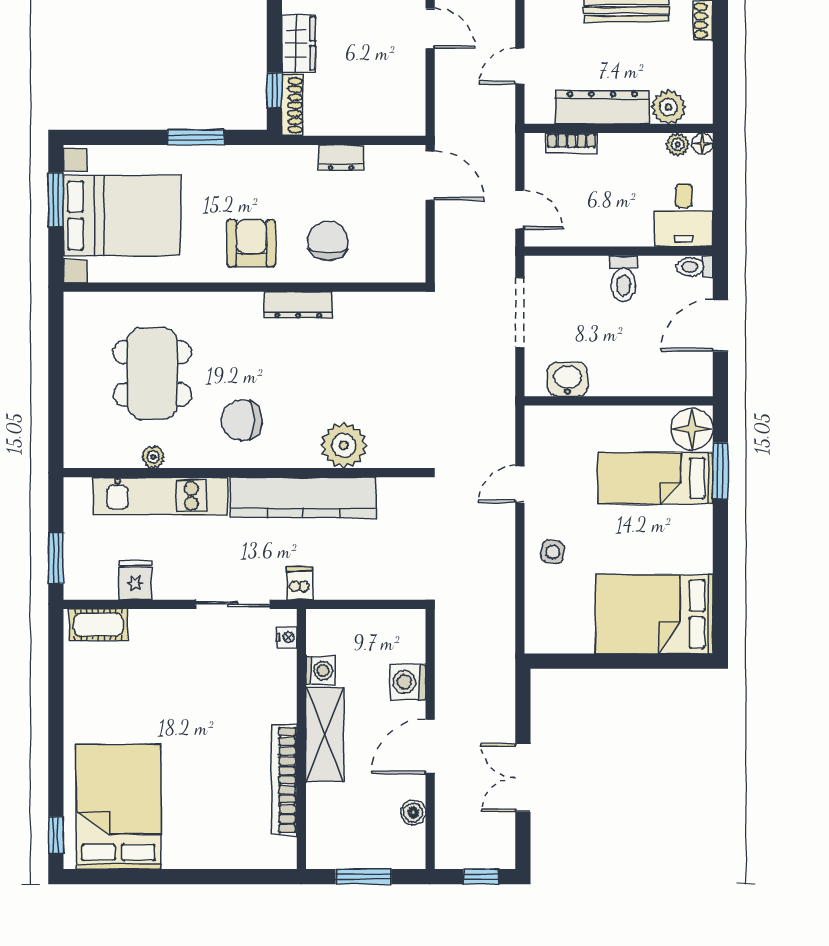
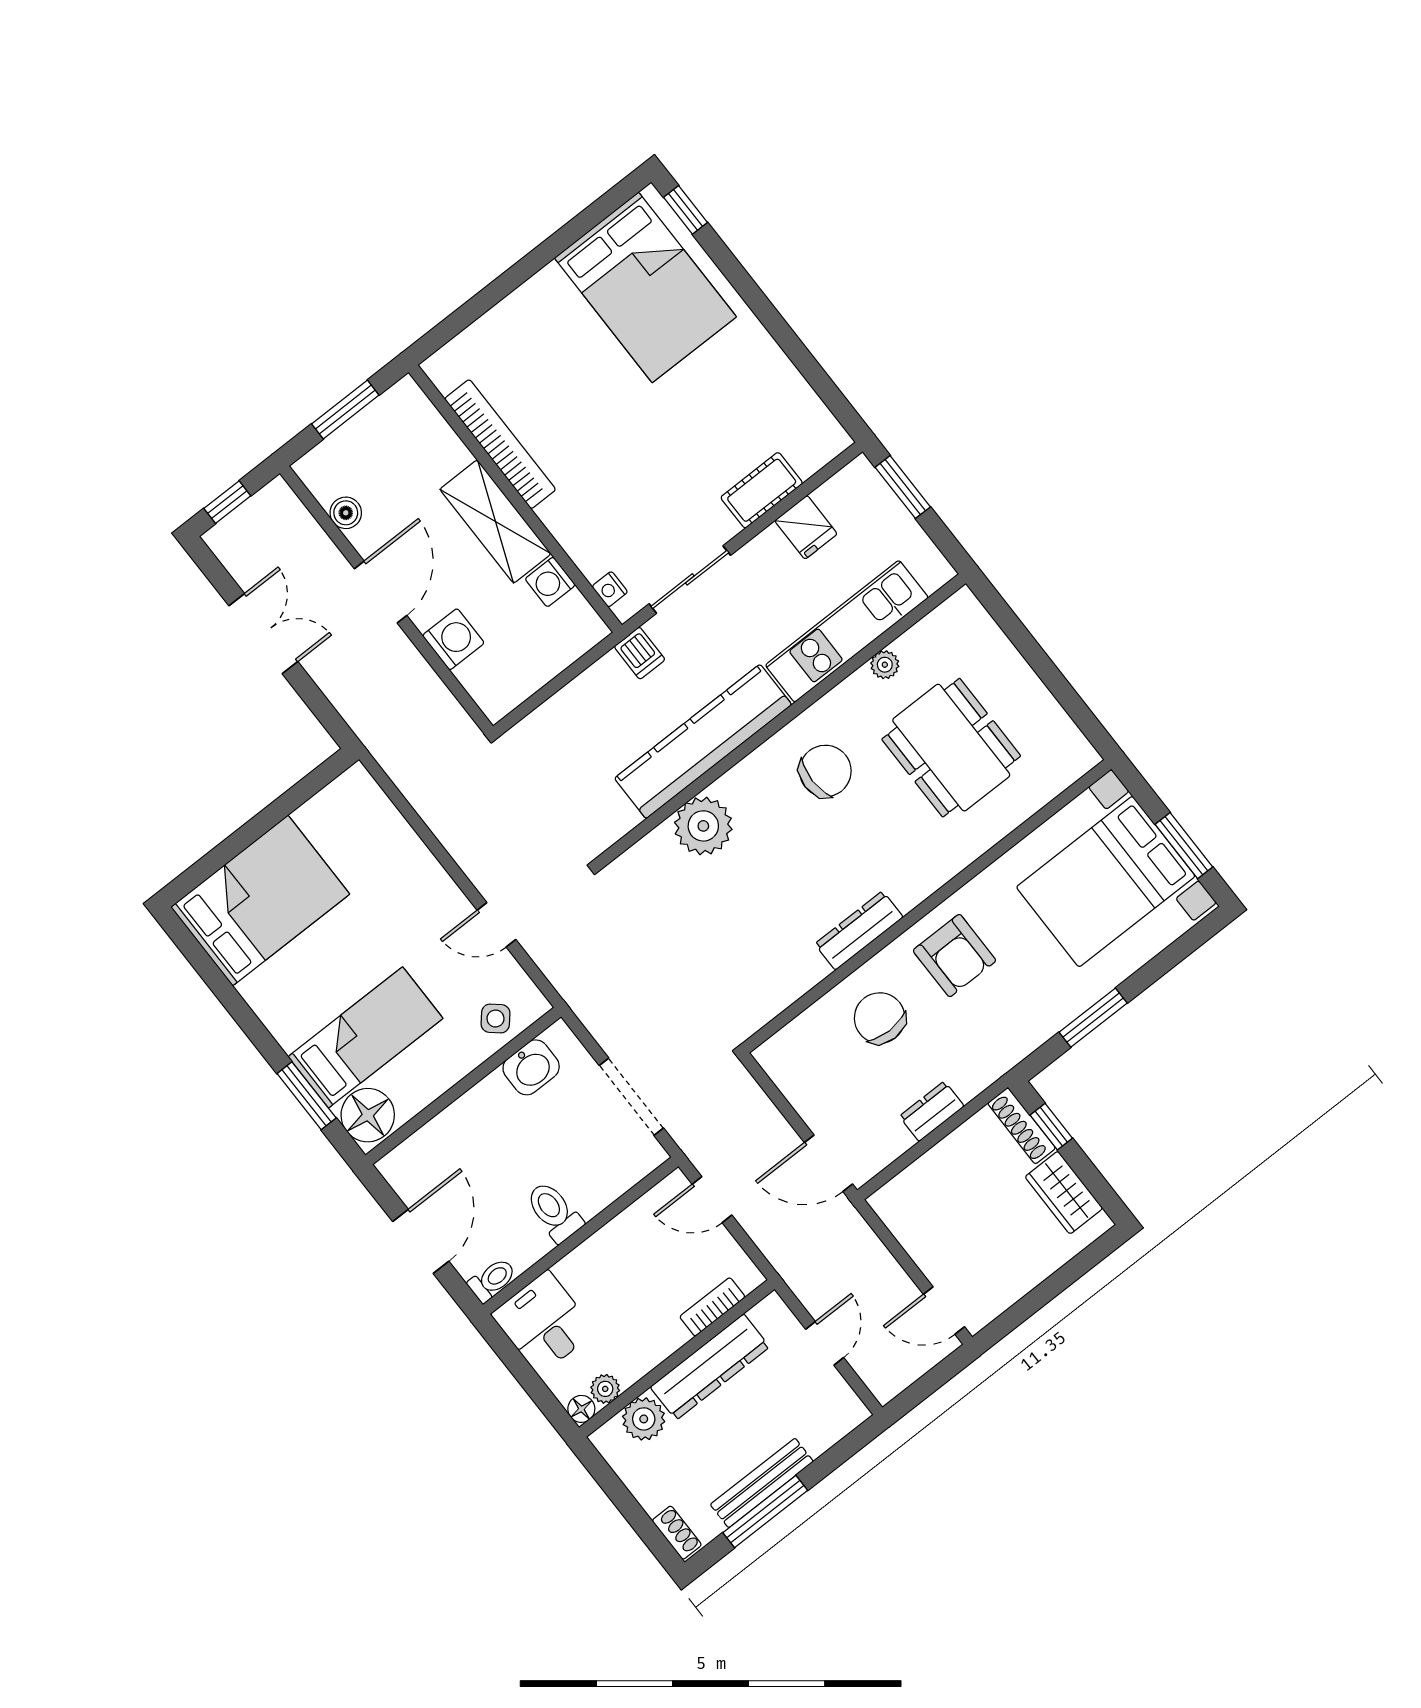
chair: (328, 241) -> (880, 1018), turned 180
door: (520, 484) -> (496, 925), swing flipped
side table: (553, 552) -> (495, 1018), moved, turned 30
cot: (98, 625) -> (762, 490), moved

